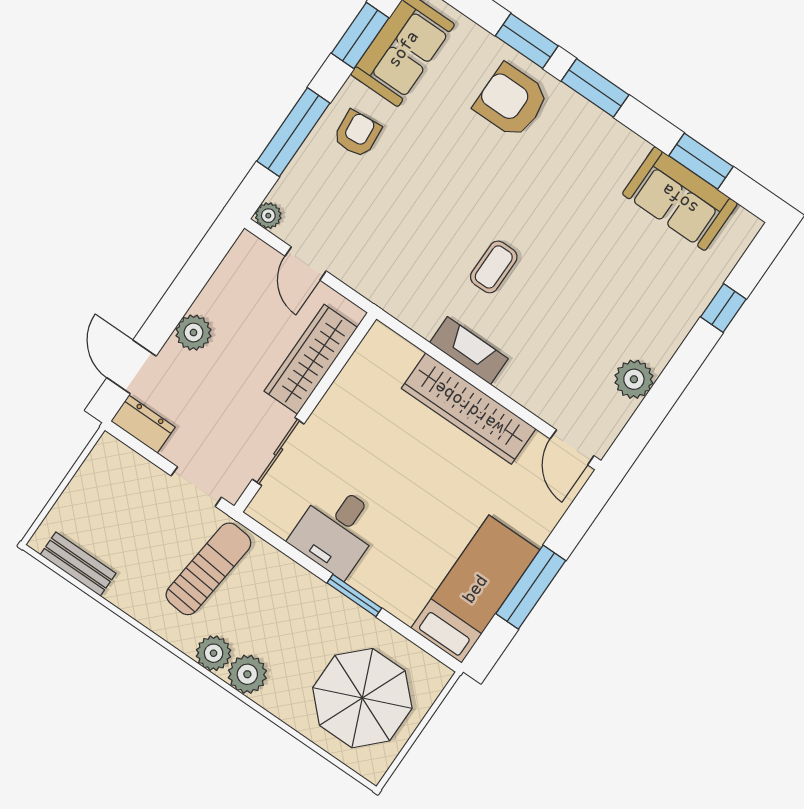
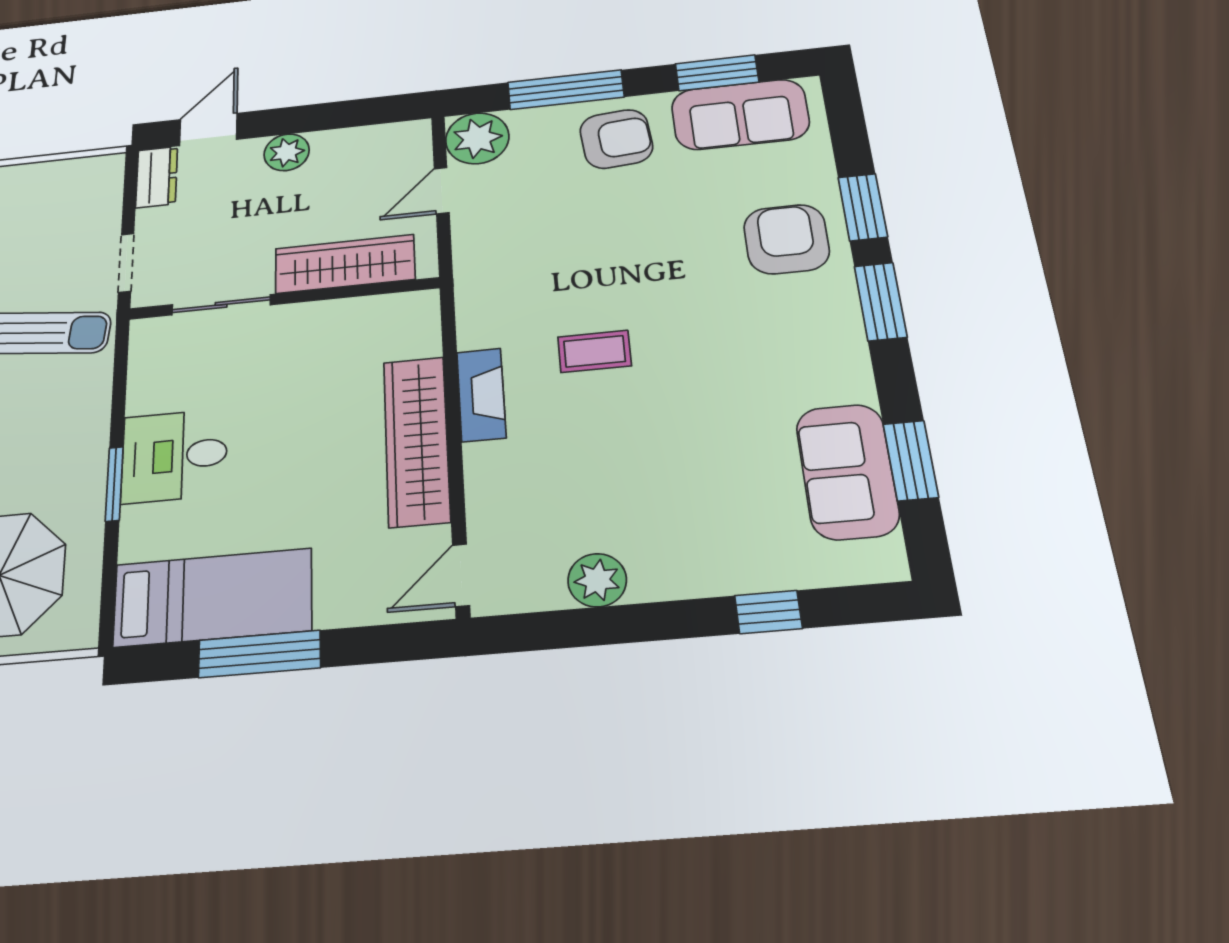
armchair: (357, 134) -> (616, 139), width x1.38, depth x1.38
plant: (268, 216) -> (477, 138), width x1.88, depth x1.88
desk: (336, 530) -> (174, 456), moved

